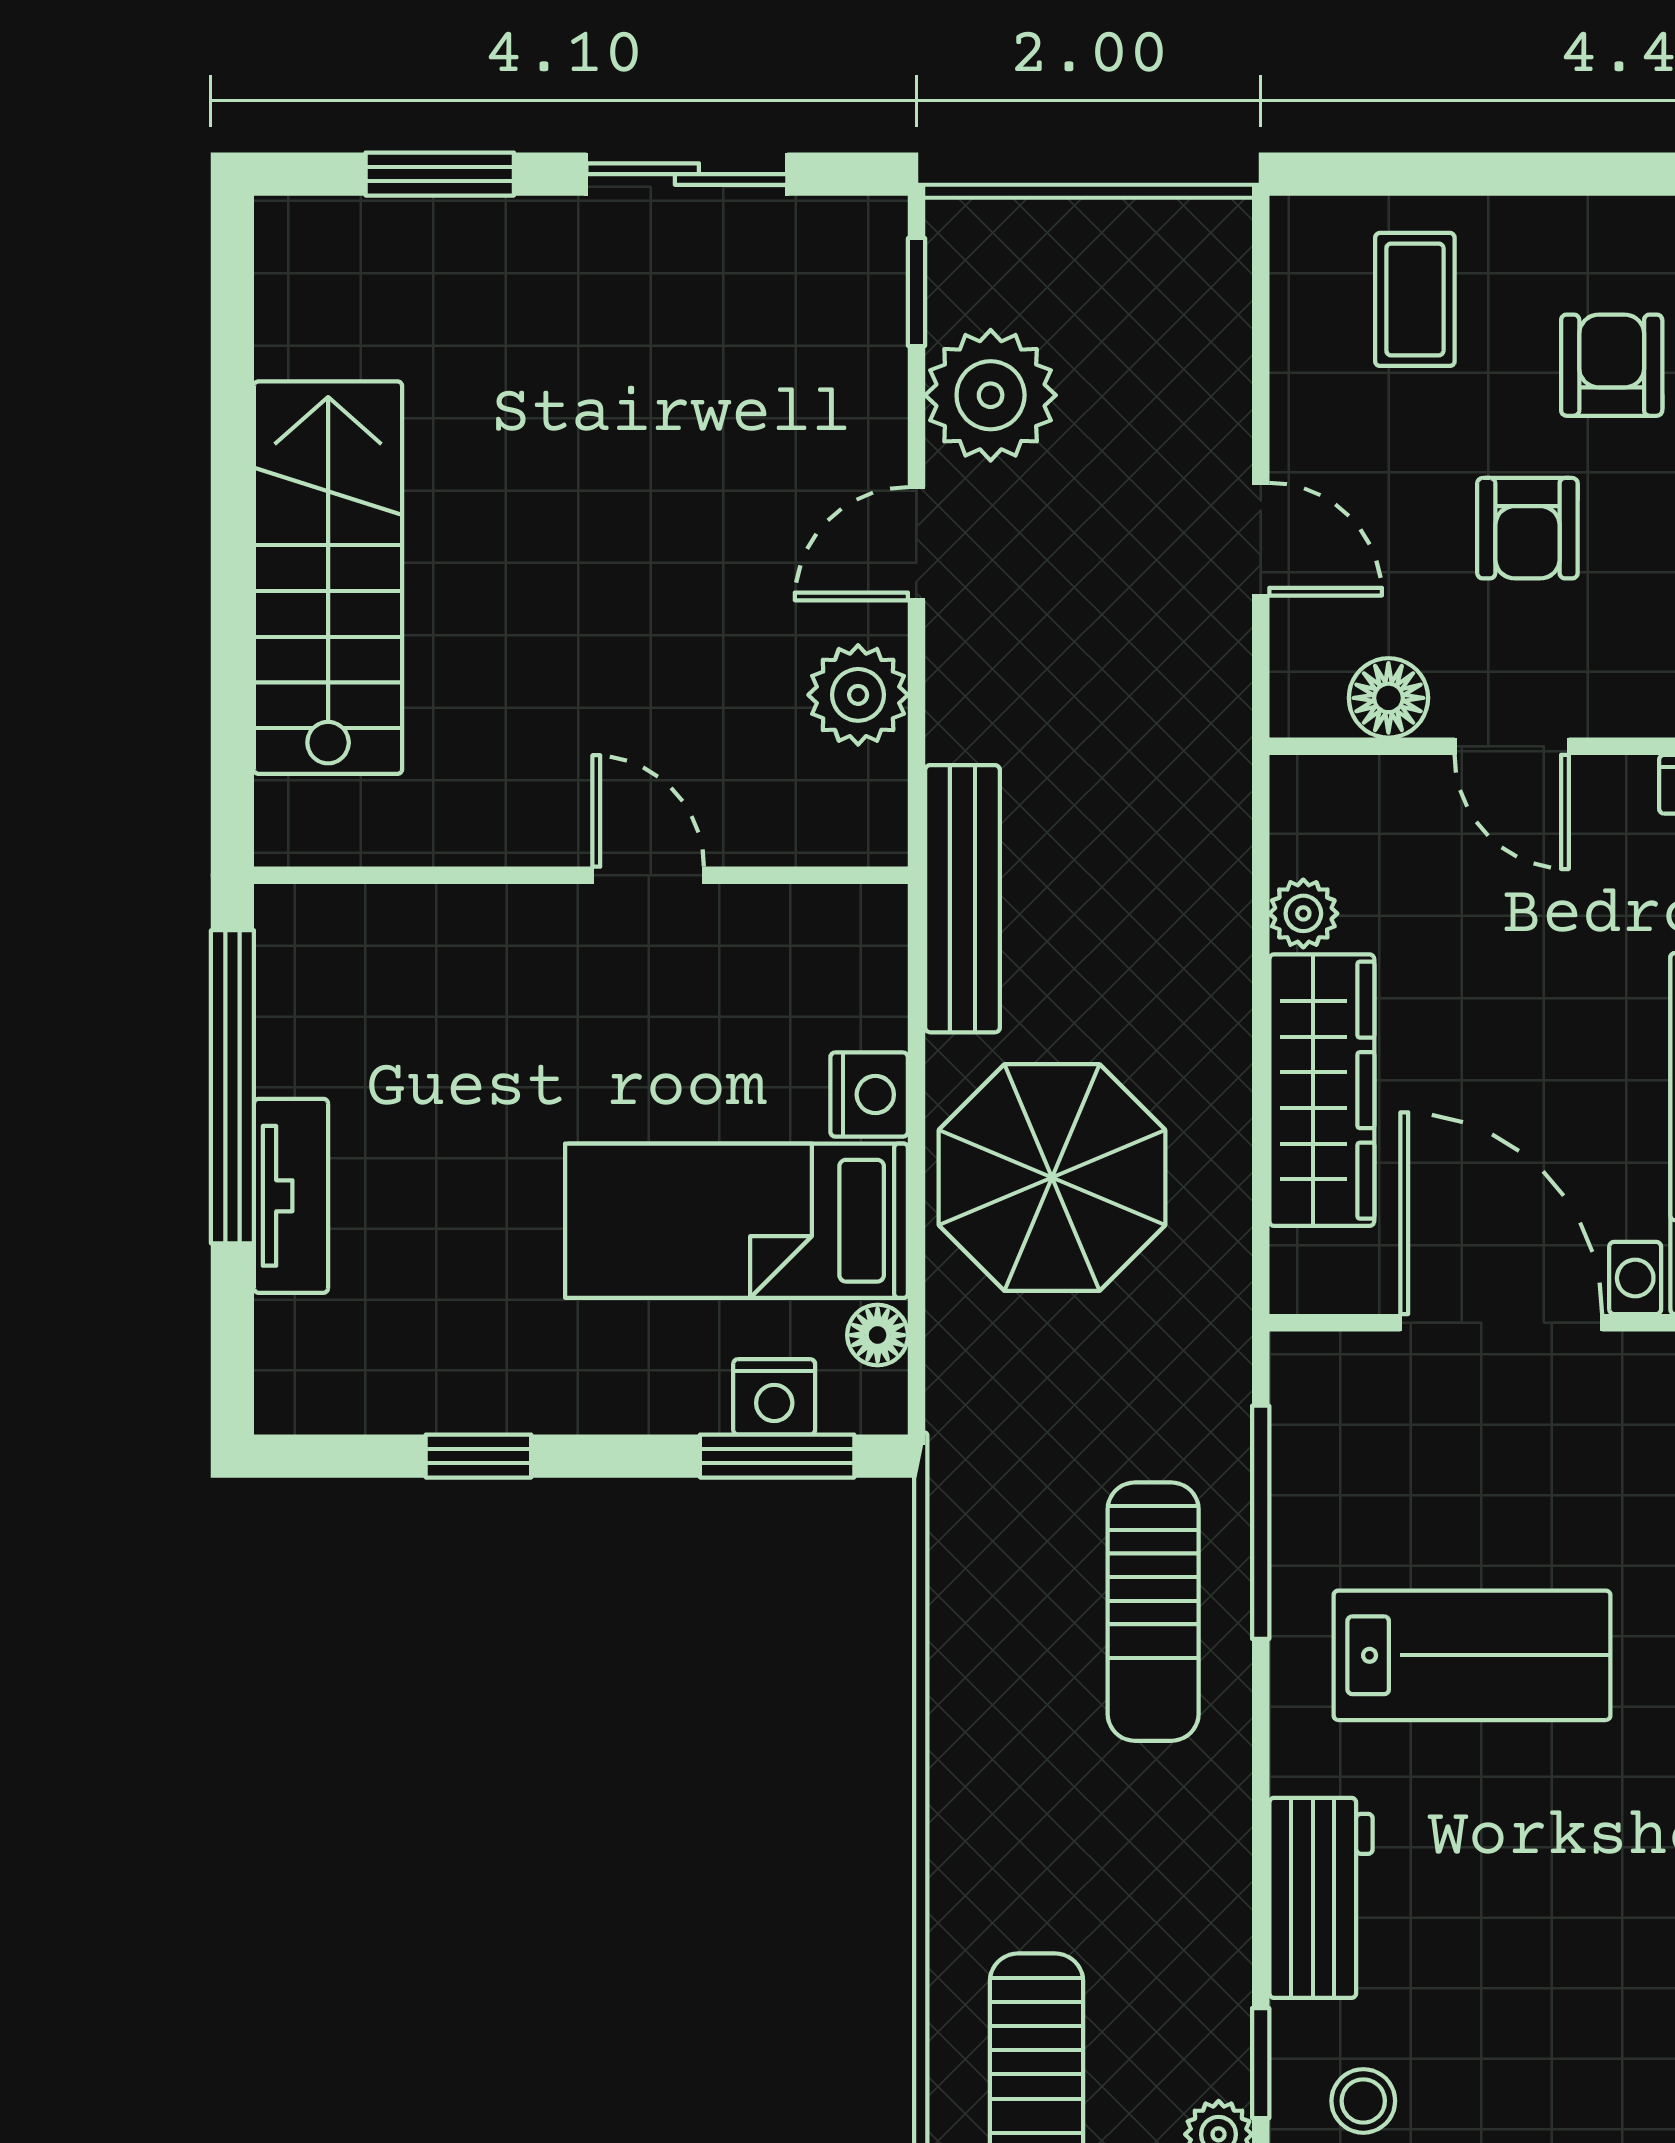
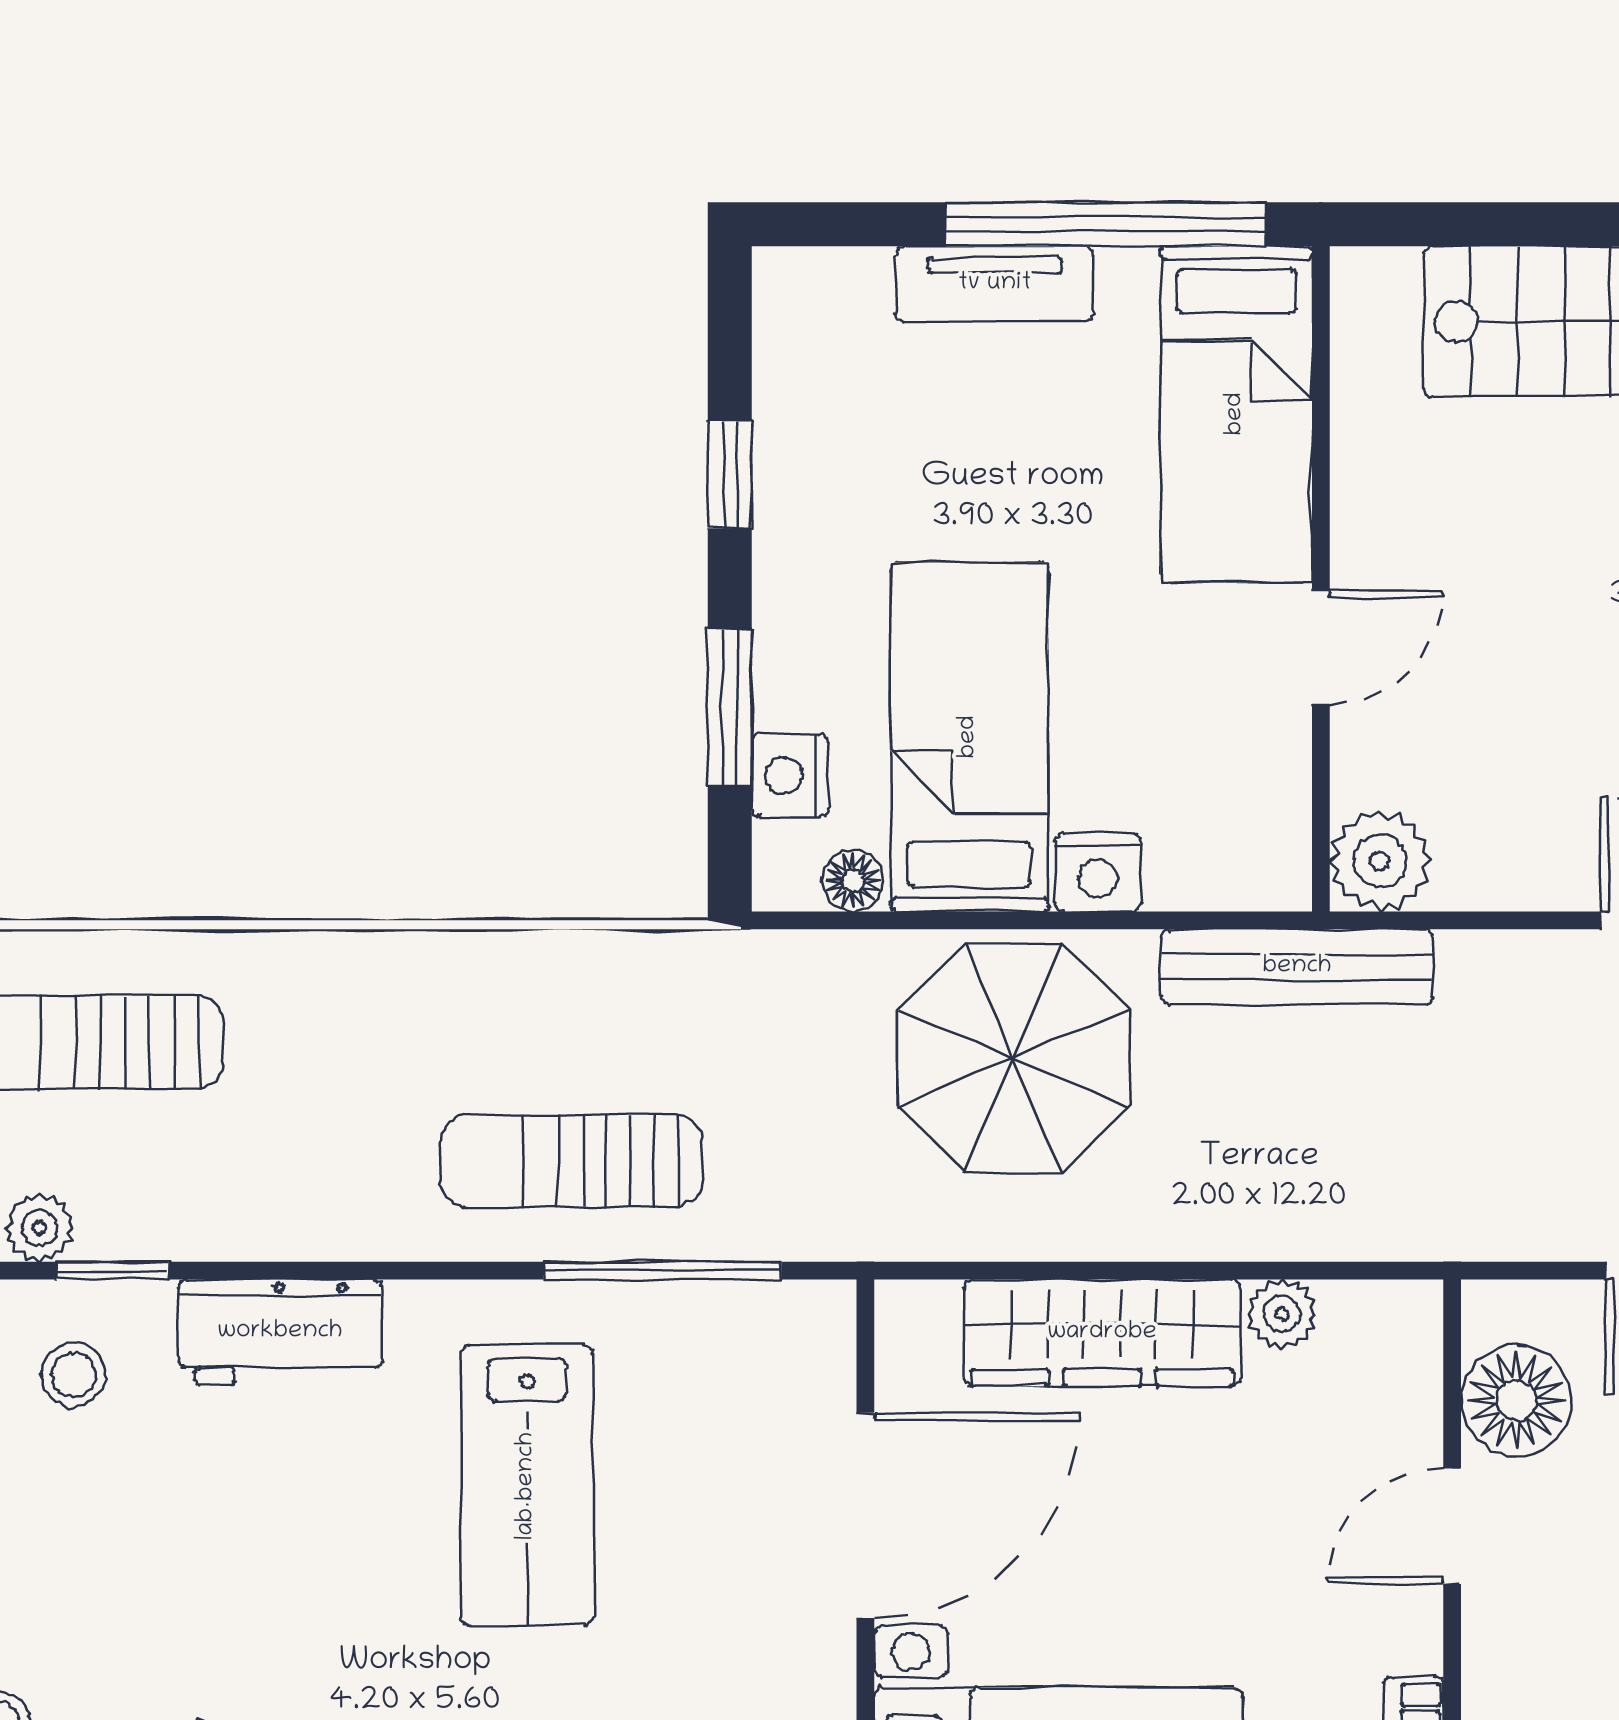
plant: (858, 695) -> (1380, 861), moved
floor lamp: (1388, 698) -> (1516, 1401), width x1.38, depth x1.38
bed: (419, 958) -> (1236, 414), added
window: (777, 1456) -> (730, 708), moved

